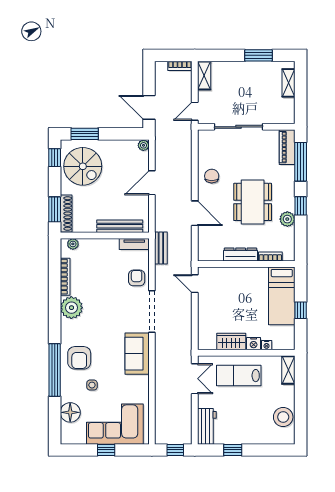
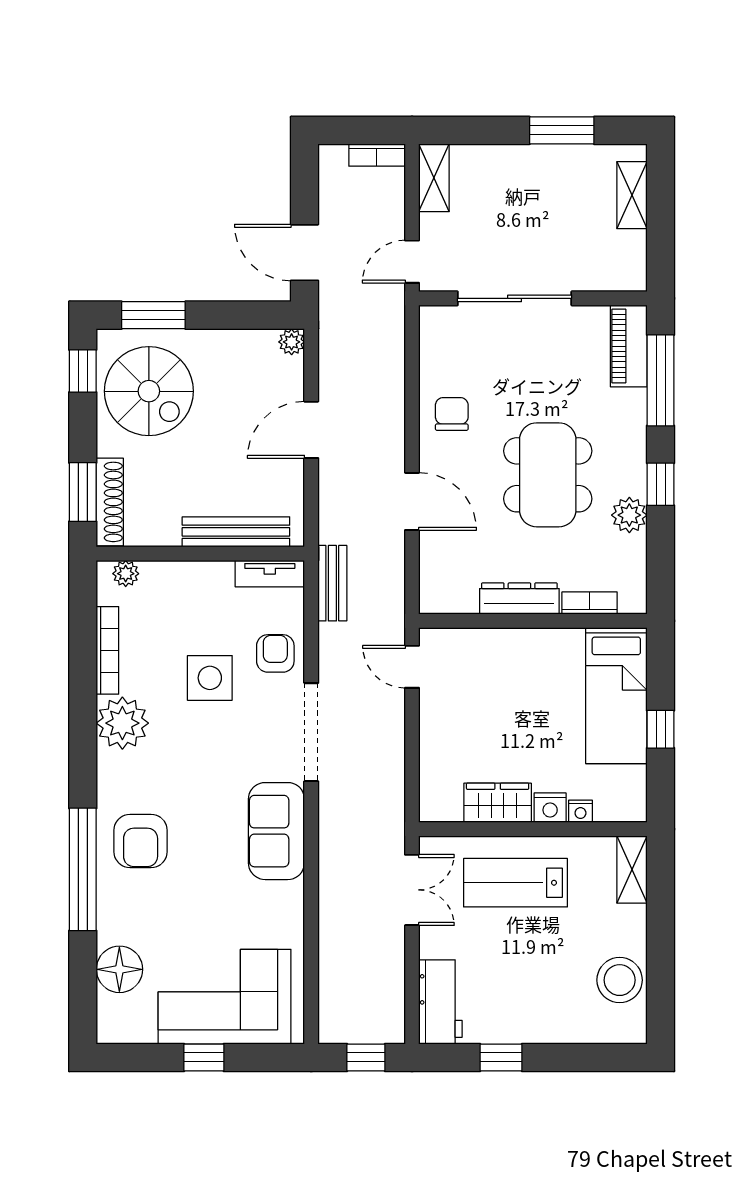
side table: (92, 385) -> (210, 678), moved, width x1.87, depth x1.87

